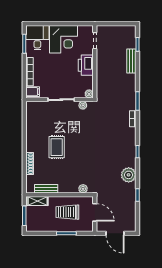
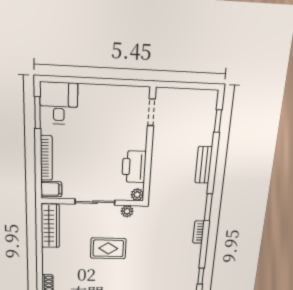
corner desk: (63, 39) -> (101, 108), removed
bench: (131, 61) -> (204, 165), moved
printer: (86, 65) -> (134, 167), moved
wardrobe: (32, 117) -> (50, 226), added
rug: (57, 147) -> (108, 248), moved, turned 90

